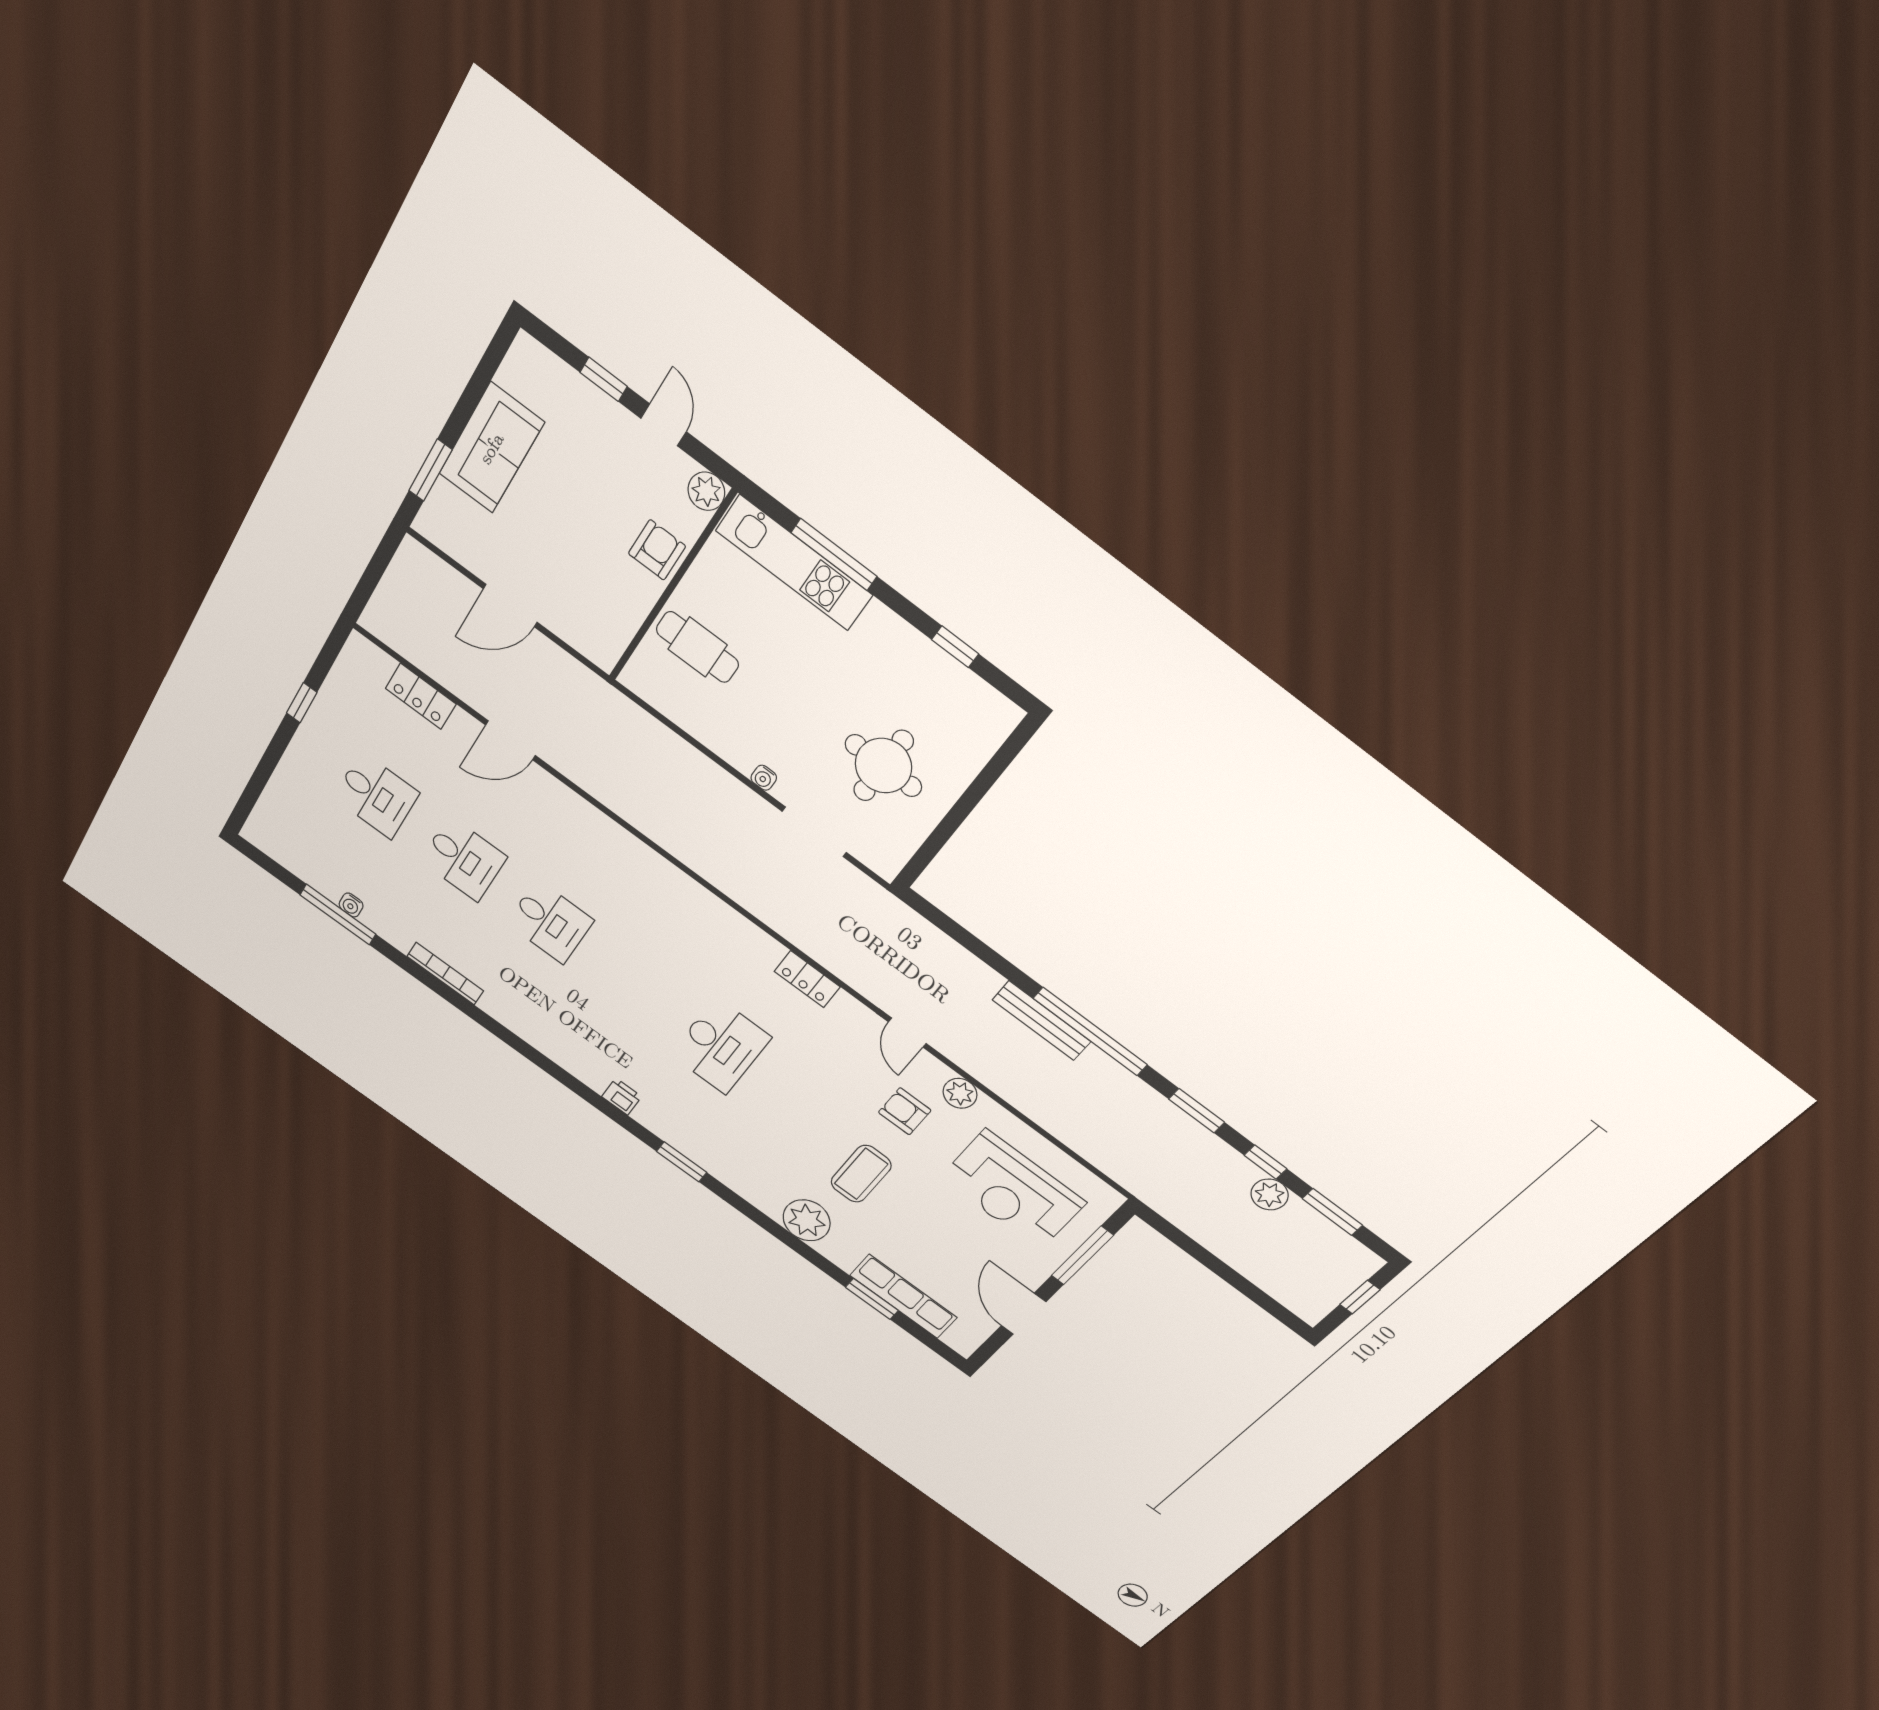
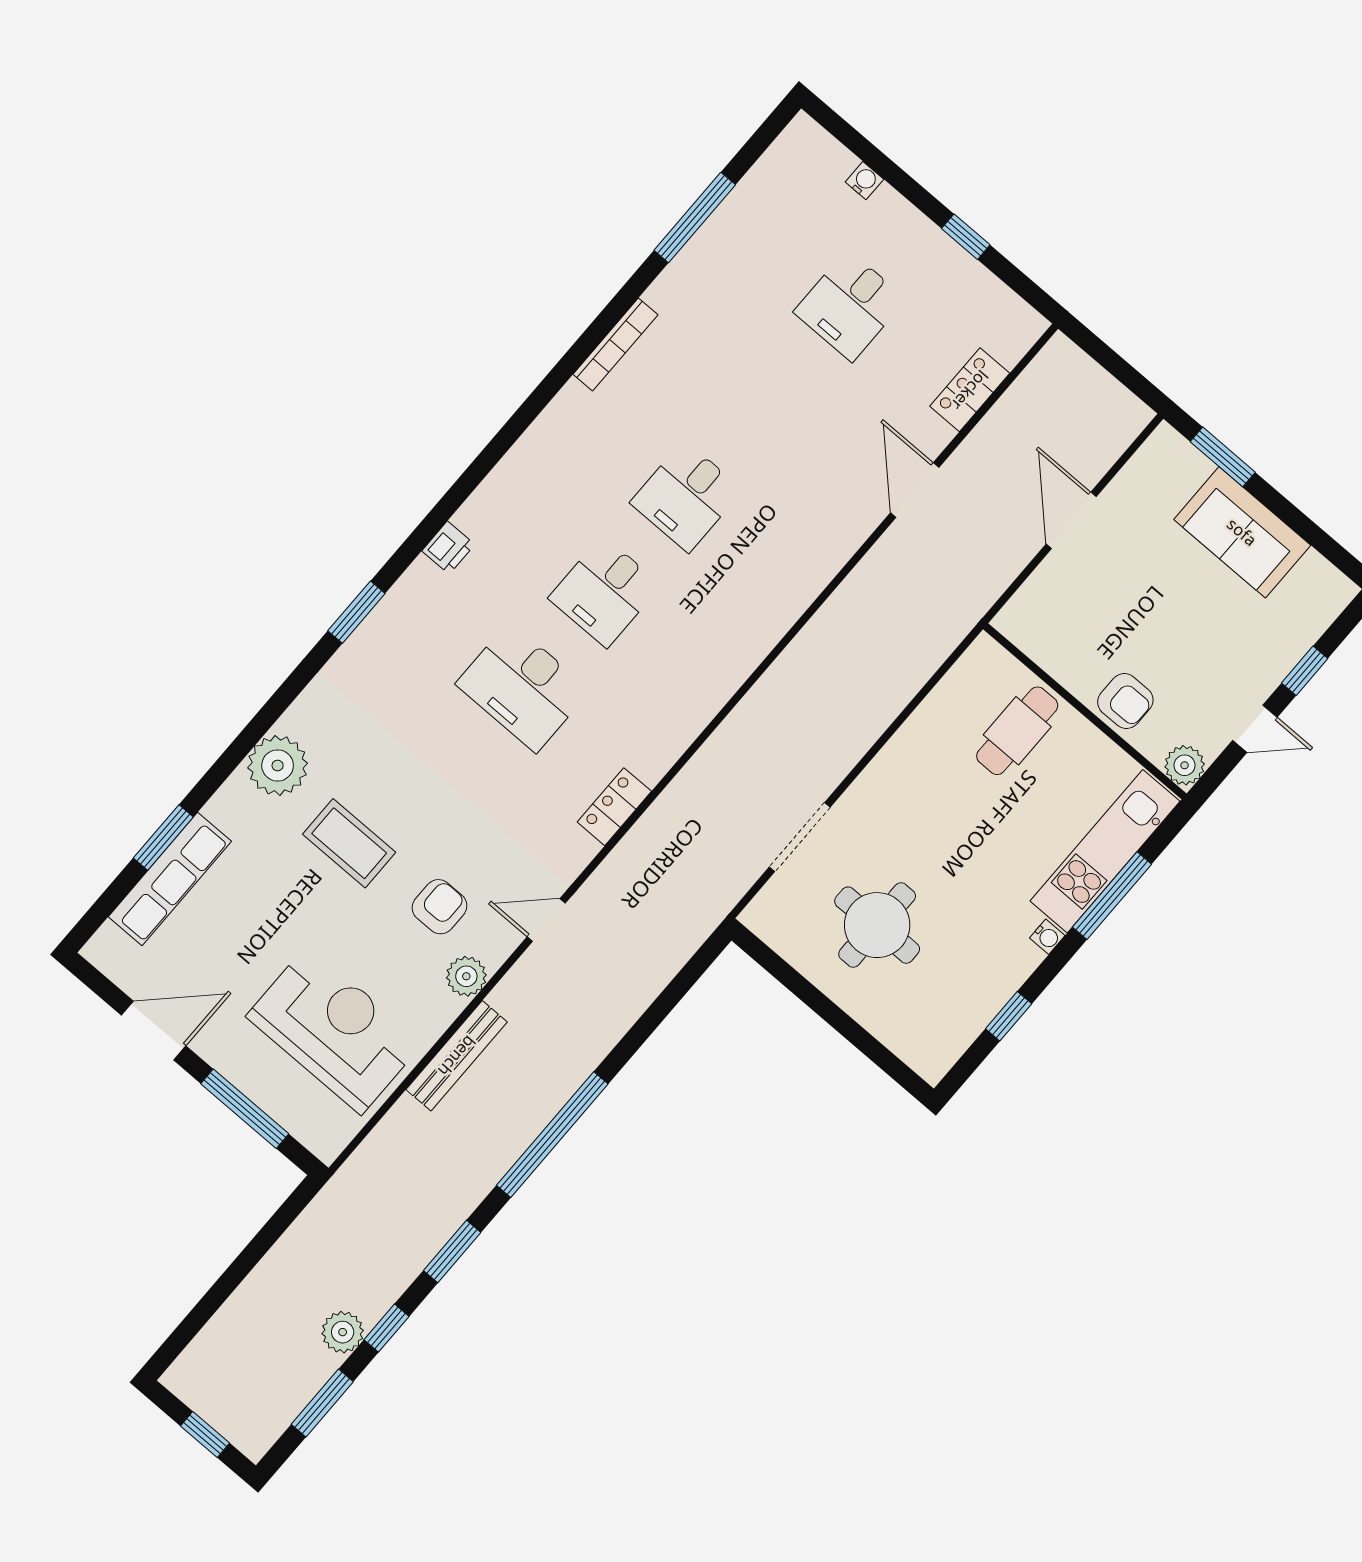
water cooler: (764, 778) -> (1047, 937), moved, turned 180
desk: (464, 859) -> (605, 592), moved
water cooler: (351, 905) -> (864, 181), moved, turned 90
bench: (1041, 1021) -> (457, 1056), moved
reception desk: (1013, 1190) -> (334, 1030), turned 90

